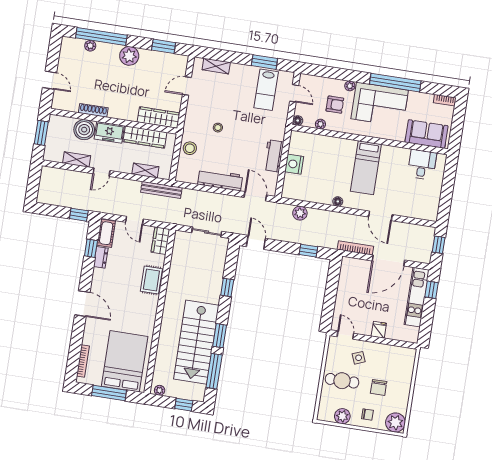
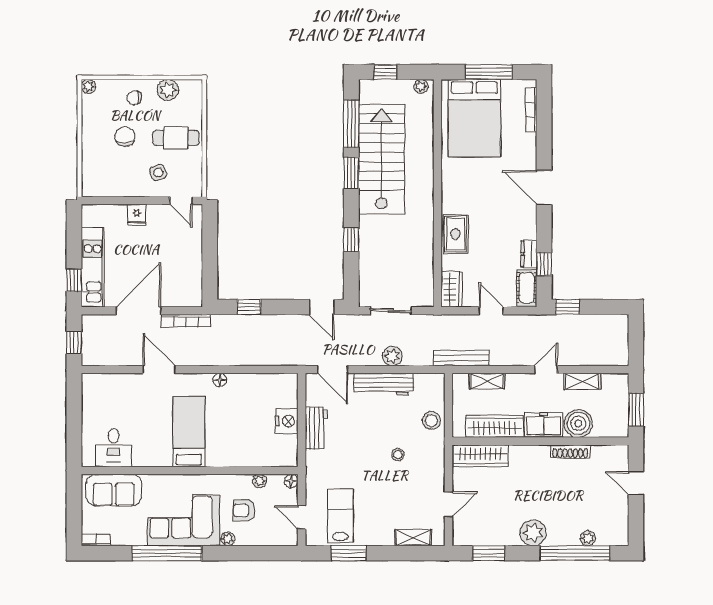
plant: (300, 213) -> (392, 356), moved
plant: (395, 423) -> (88, 86), width x0.53, depth x0.53

